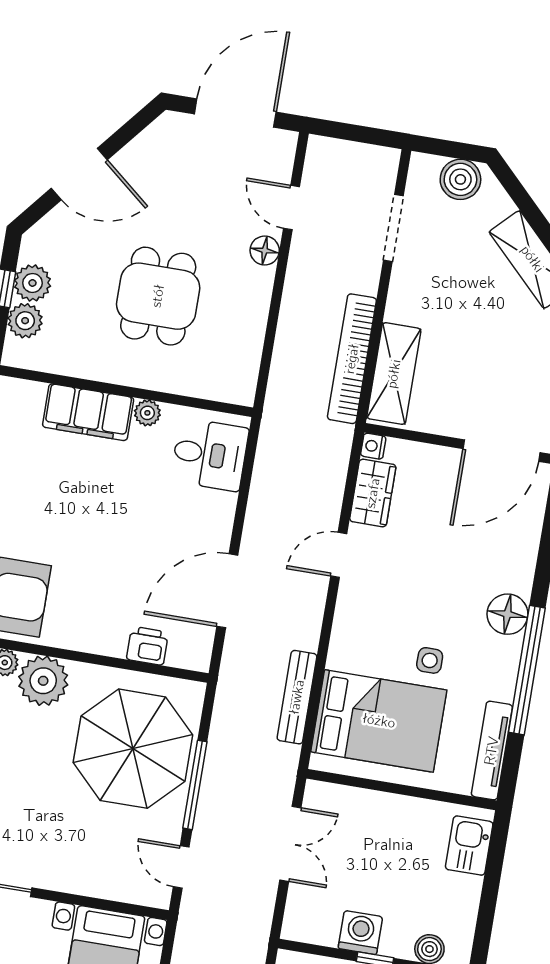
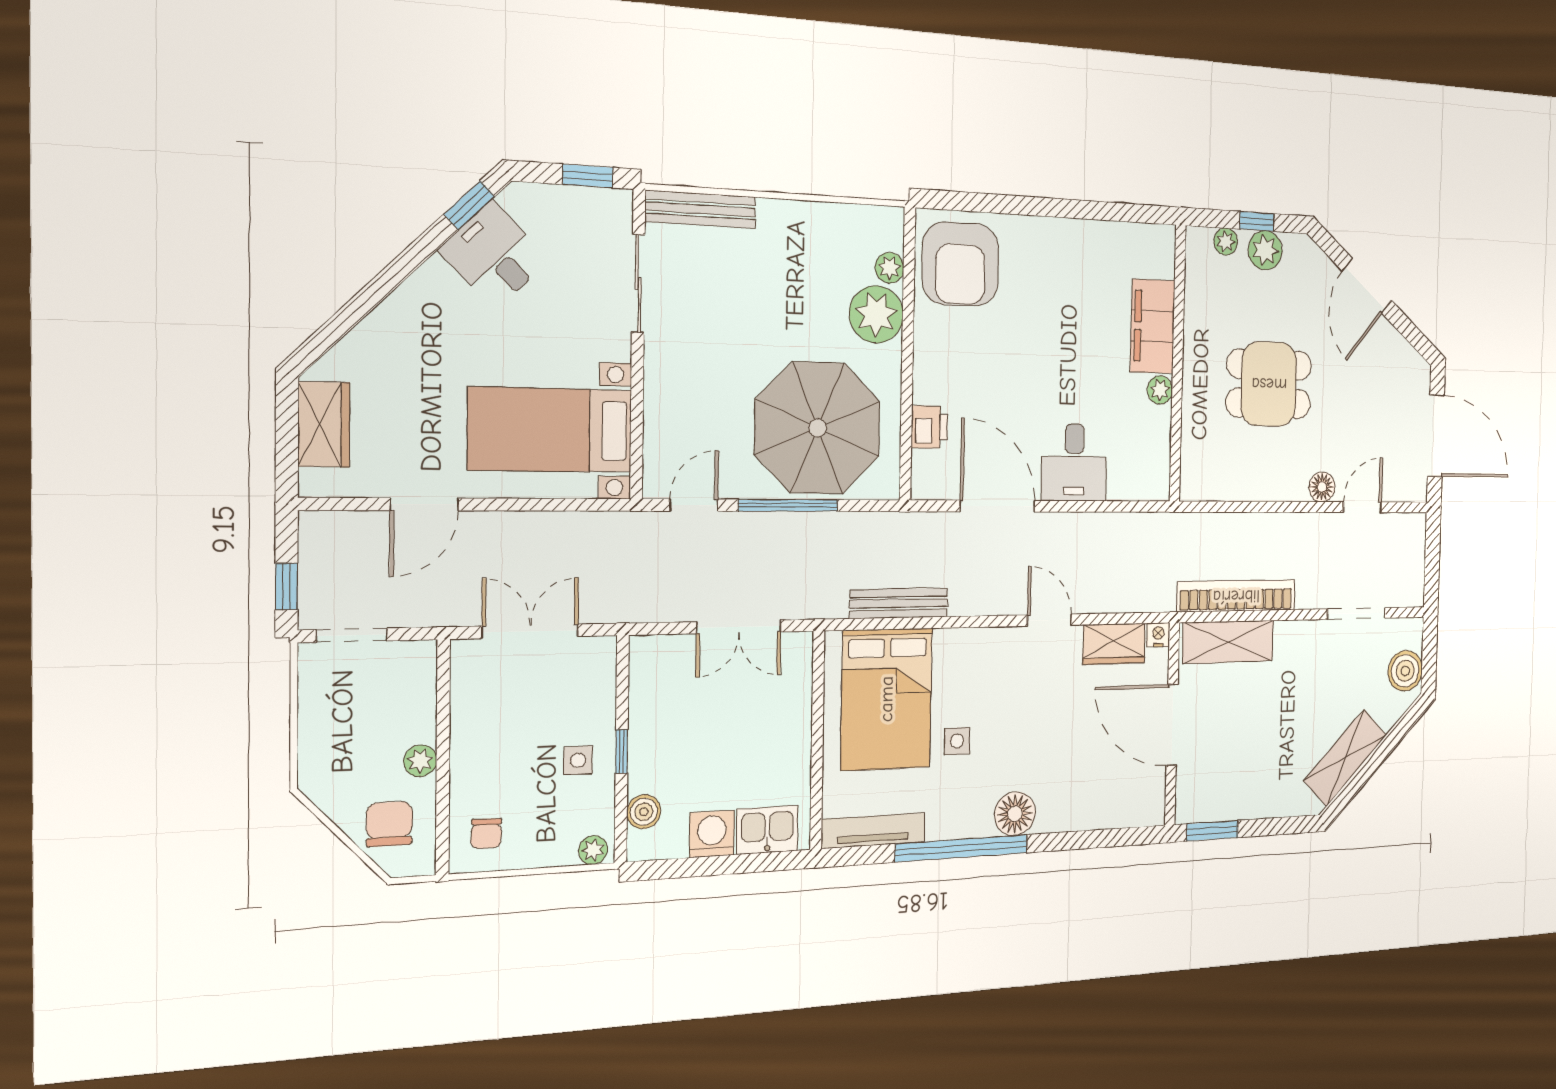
plant: (25, 321) -> (1226, 242), width x0.73, depth x0.73
door: (501, 451) -> (1172, 725), moved
desk: (210, 455) -> (1074, 463), moved
washing machine: (360, 933) -> (712, 834), moved, turned -90

